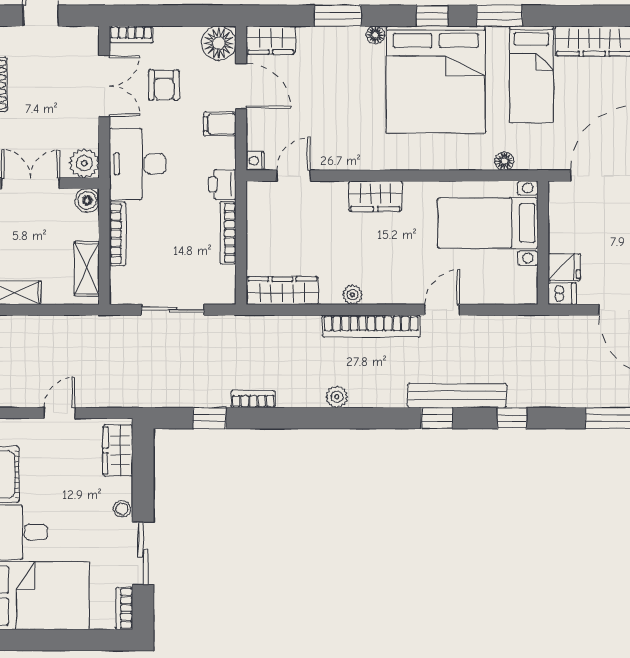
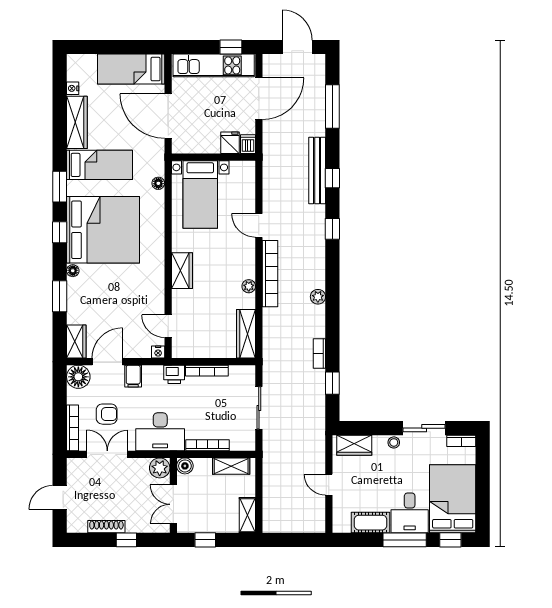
bookcase: (131, 35) -> (73, 428), width x1.56
bench: (457, 396) -> (317, 171), moved

